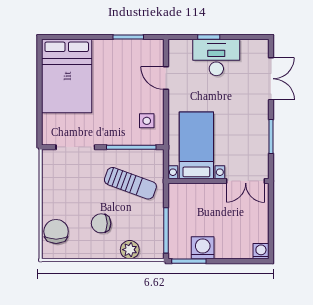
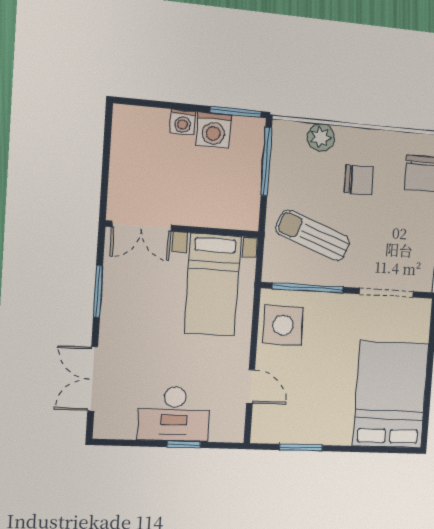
side table: (147, 121) -> (283, 325), width x1.87, depth x1.87
double door: (246, 181) -> (142, 226), swing flipped
washing machine: (261, 251) -> (183, 122), moved

